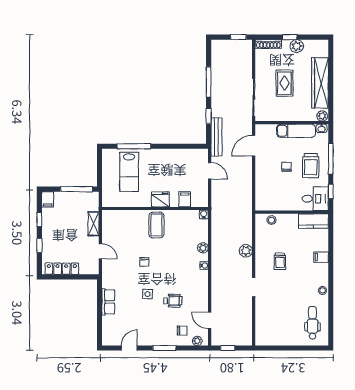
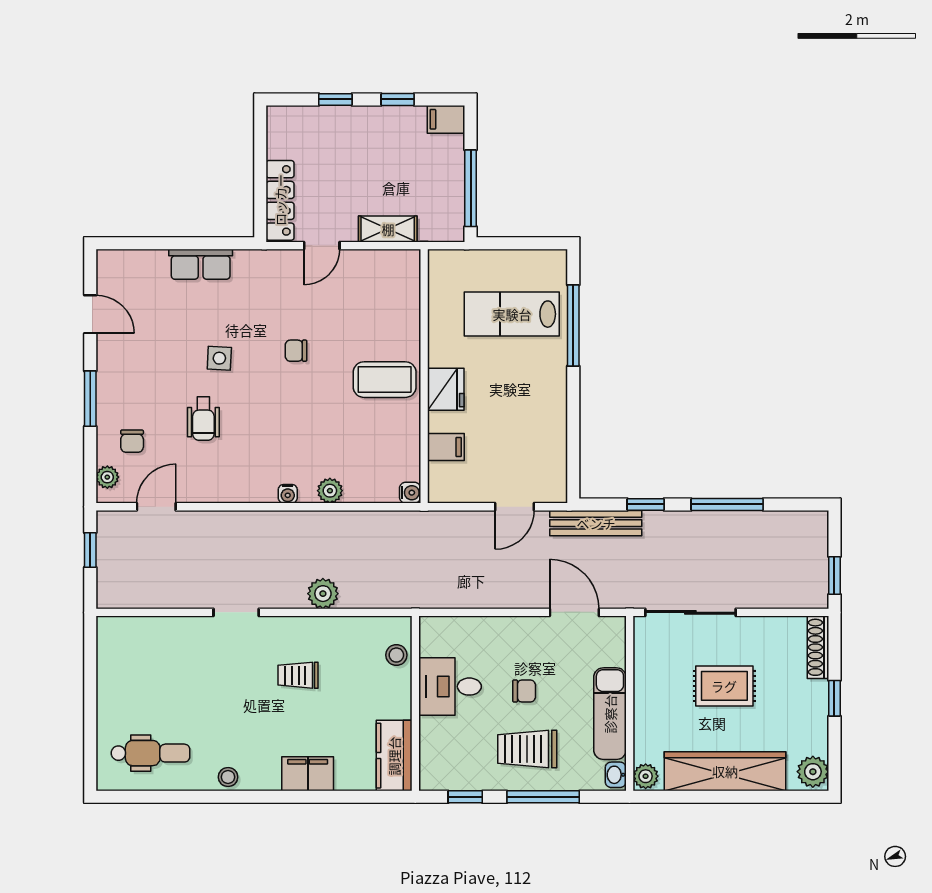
plant: (297, 46) -> (813, 772), moved
desk: (315, 199) -> (450, 687), moved, turned 90
filing cabinet: (321, 257) -> (308, 774), width x2.00
locker: (62, 269) -> (280, 200), moved

